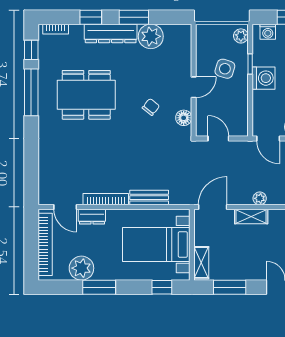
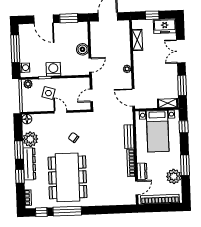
dining table: (86, 95) -> (68, 177), width x1.36, depth x1.24
floor lamp: (184, 118) -> (27, 119), moved
shelving: (251, 216) -> (138, 74), removed

